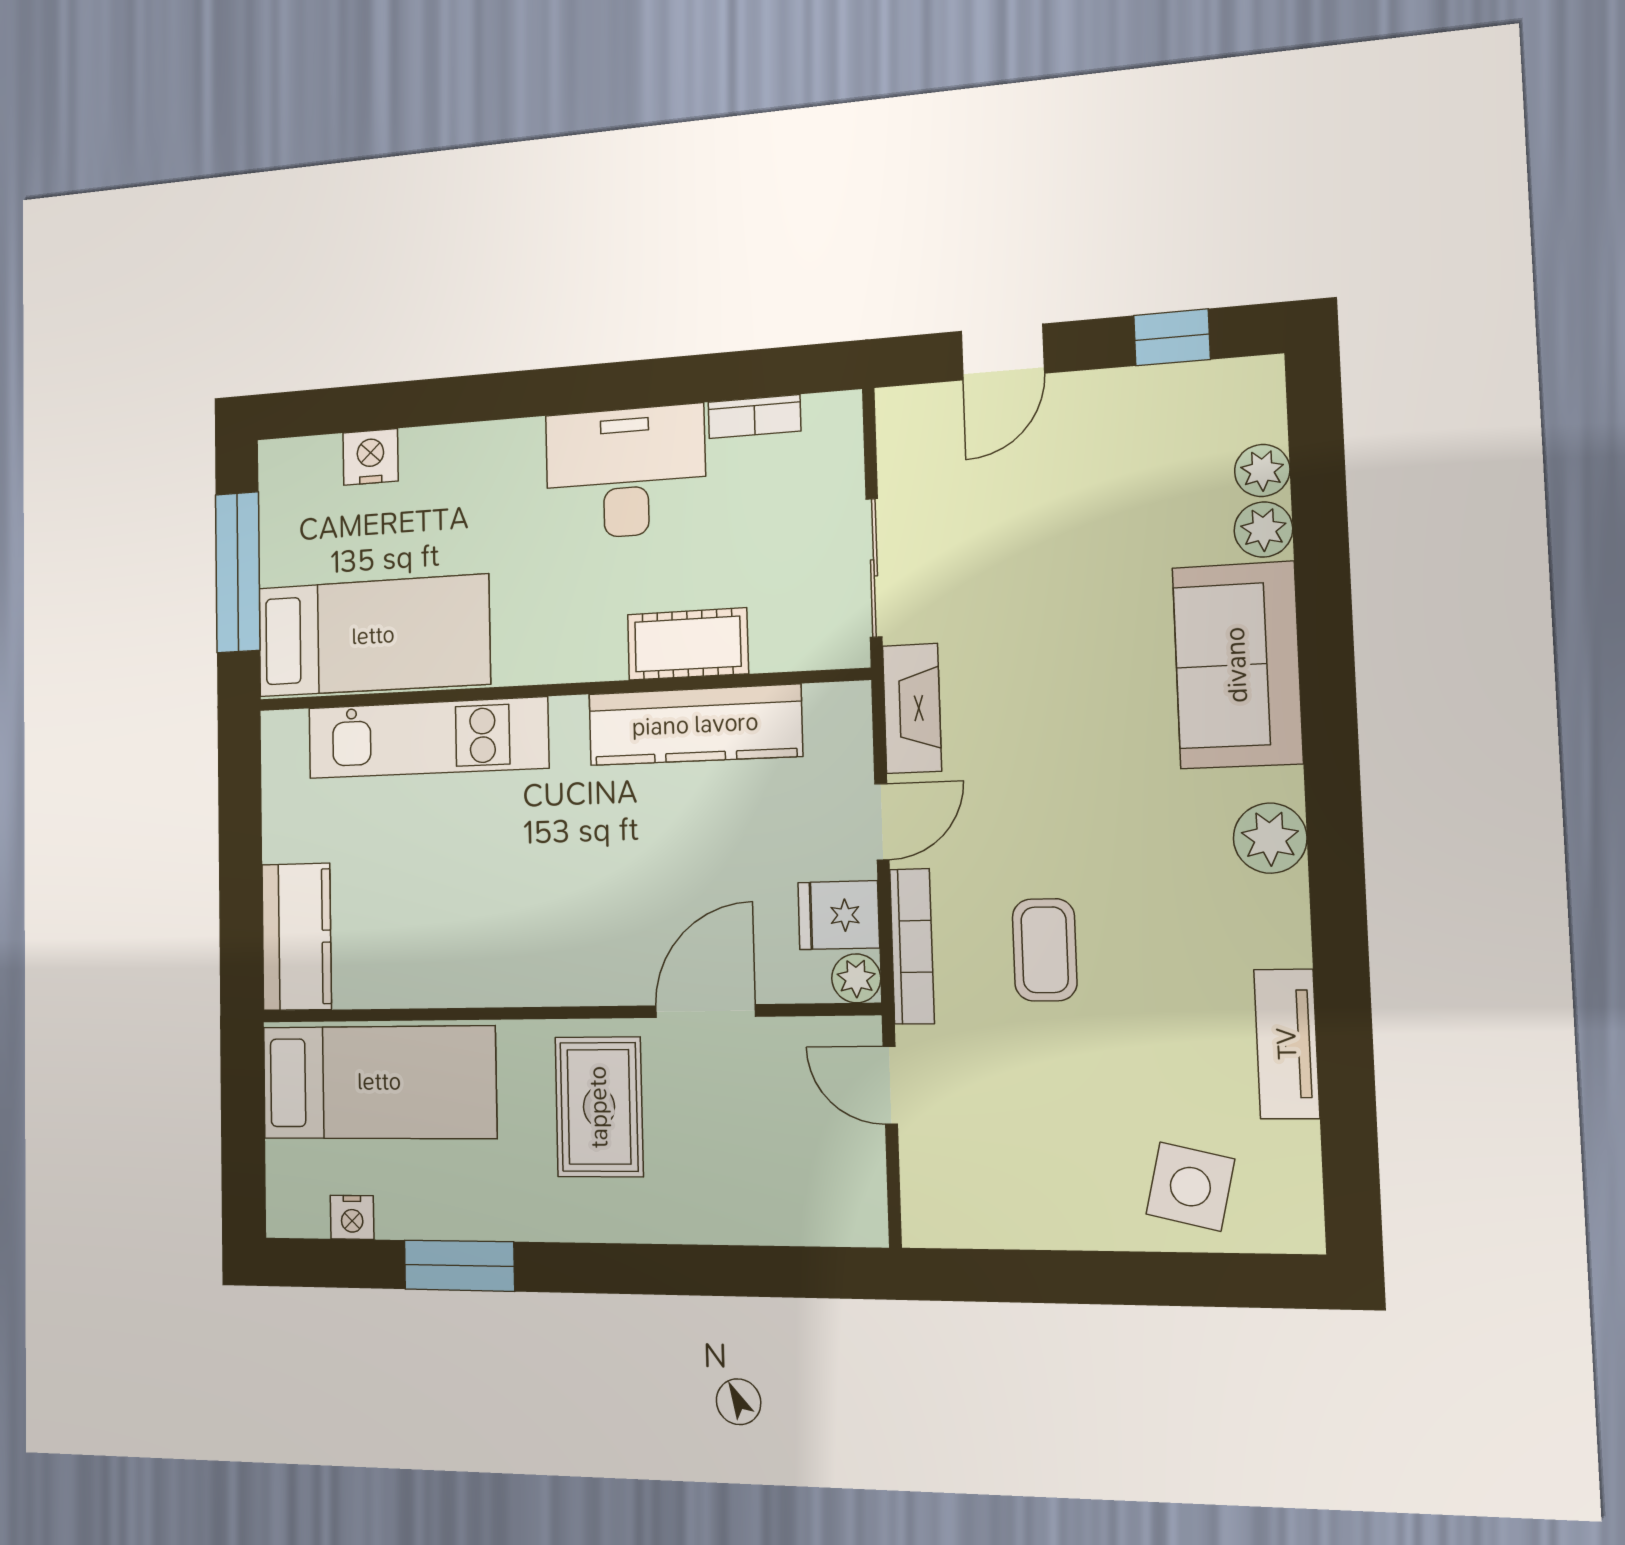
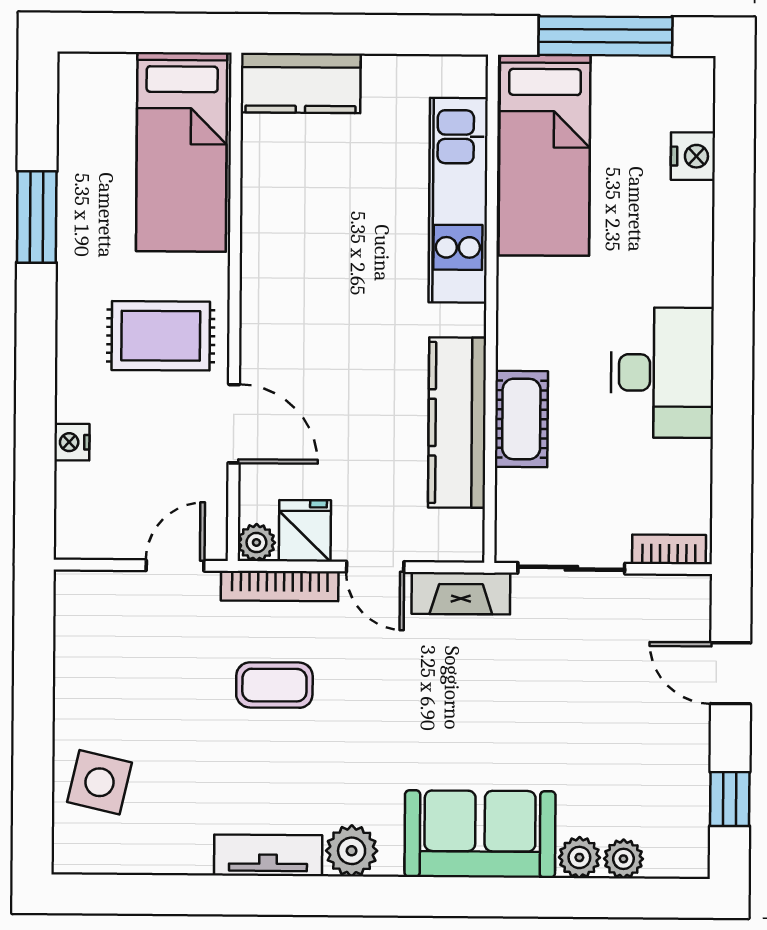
bookcase: (754, 417) -> (669, 549), moved, turned 90
tv unit: (1287, 1044) -> (268, 855), moved
nightstand: (352, 1217) -> (72, 442), moved

